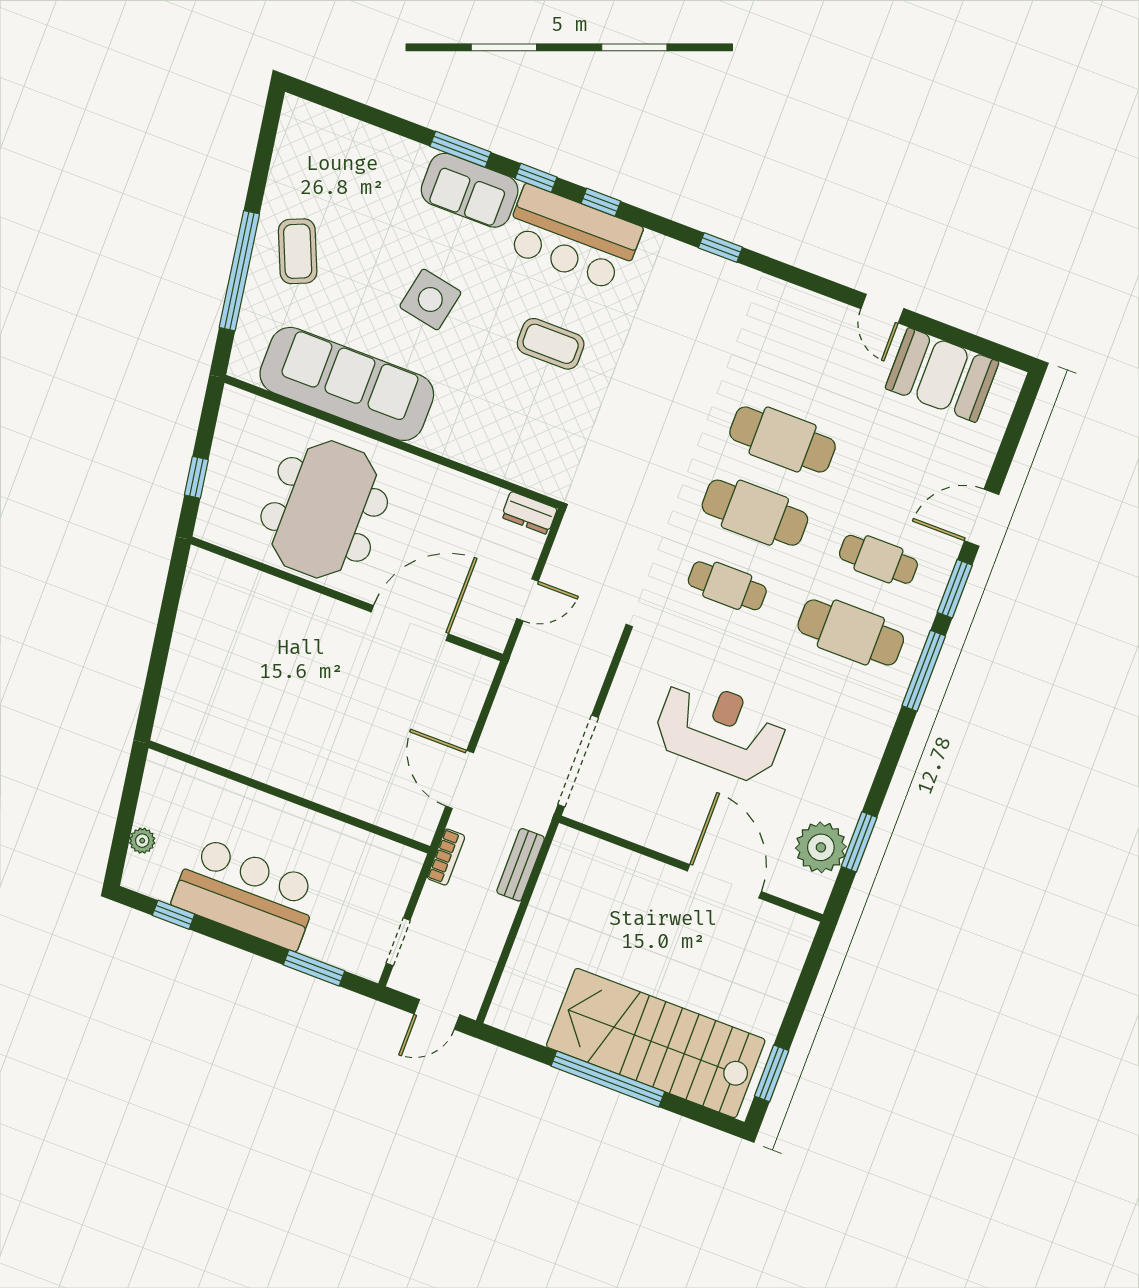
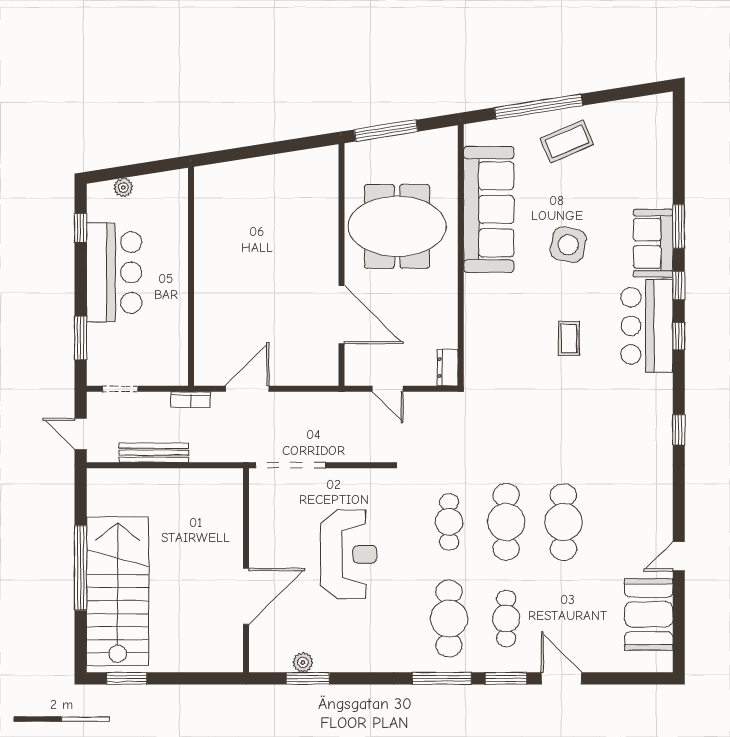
coffee table: (551, 344) -> (569, 338), width x0.73, depth x0.77
window: (196, 477) -> (386, 131), width x2.17
plant: (821, 847) -> (303, 662), width x0.53, depth x0.53
bench: (521, 865) -> (154, 453), moved, width x1.36

